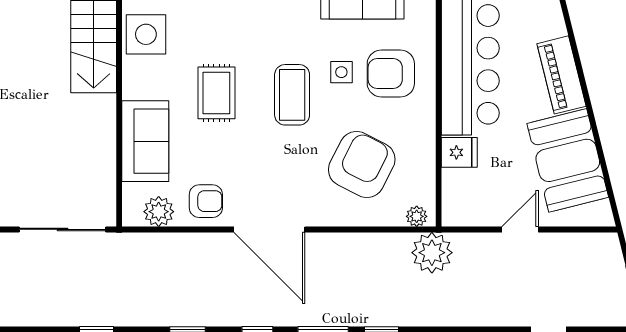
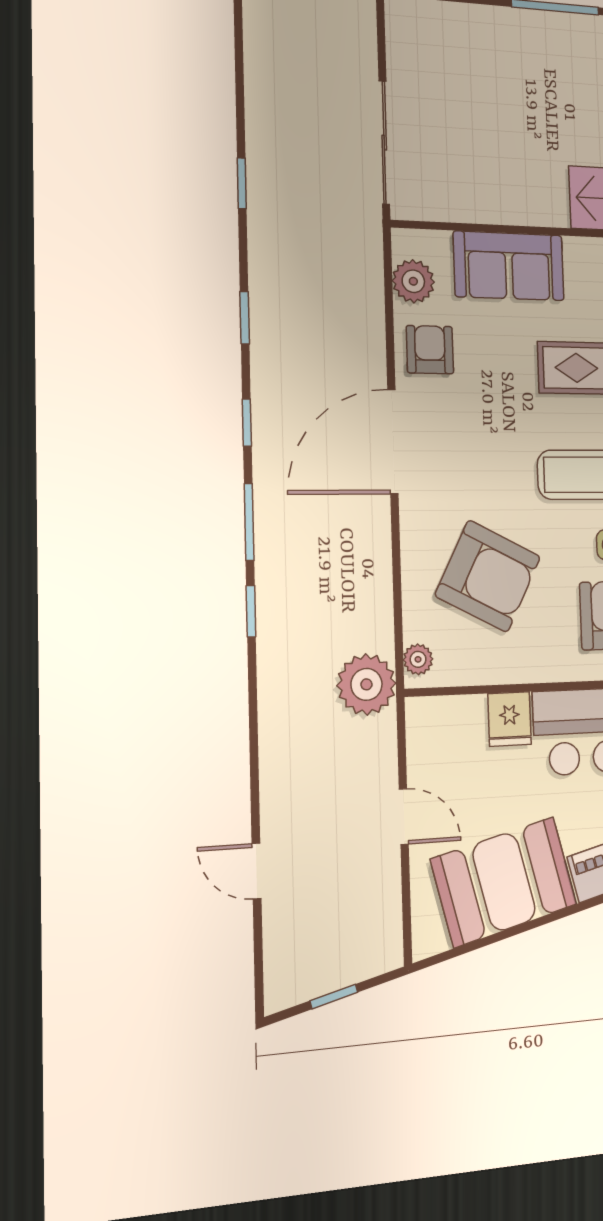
armchair: (206, 201) -> (430, 350), turned 180

